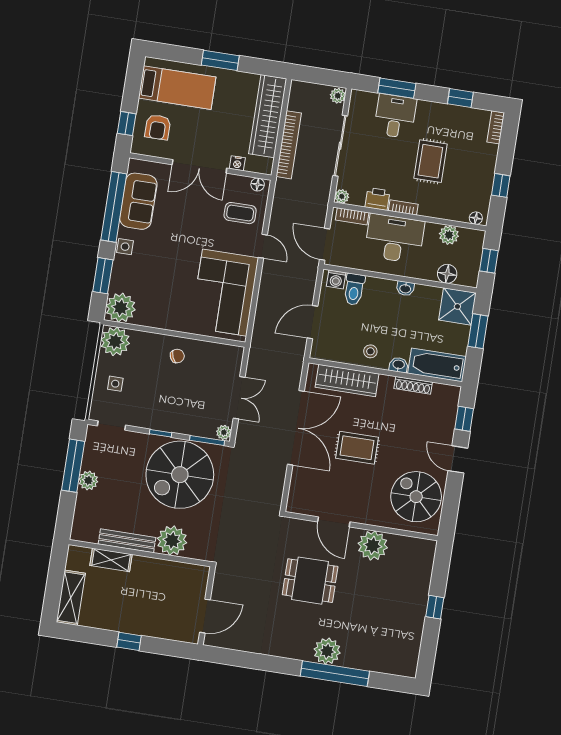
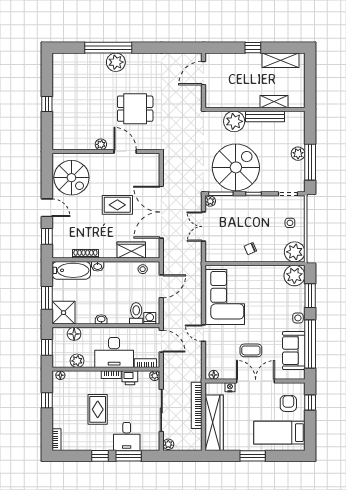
window: (460, 98) -> (100, 456), moved
coffee table: (240, 213) -> (251, 350), moved
stool: (370, 351) -> (143, 269), moved
wardrobe: (347, 381) -> (131, 250), width x0.67
plant: (373, 545) -> (101, 144), width x0.53, depth x0.53
shelving: (71, 598) -> (280, 60), moved, turned 90

